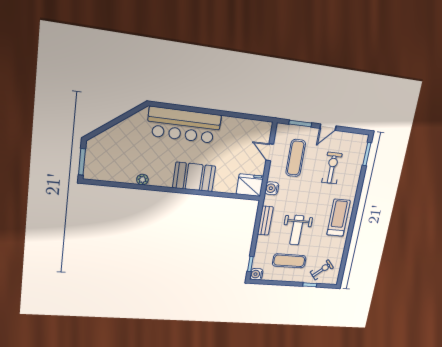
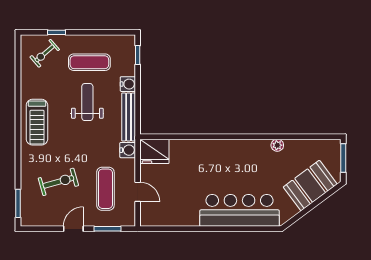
exercise bike: (332, 168) -> (58, 182), turned -106
booth: (194, 177) -> (310, 186), moved, turned -37
bench: (265, 221) -> (129, 117), width x1.36
water cooler: (256, 274) -> (128, 84), moved

